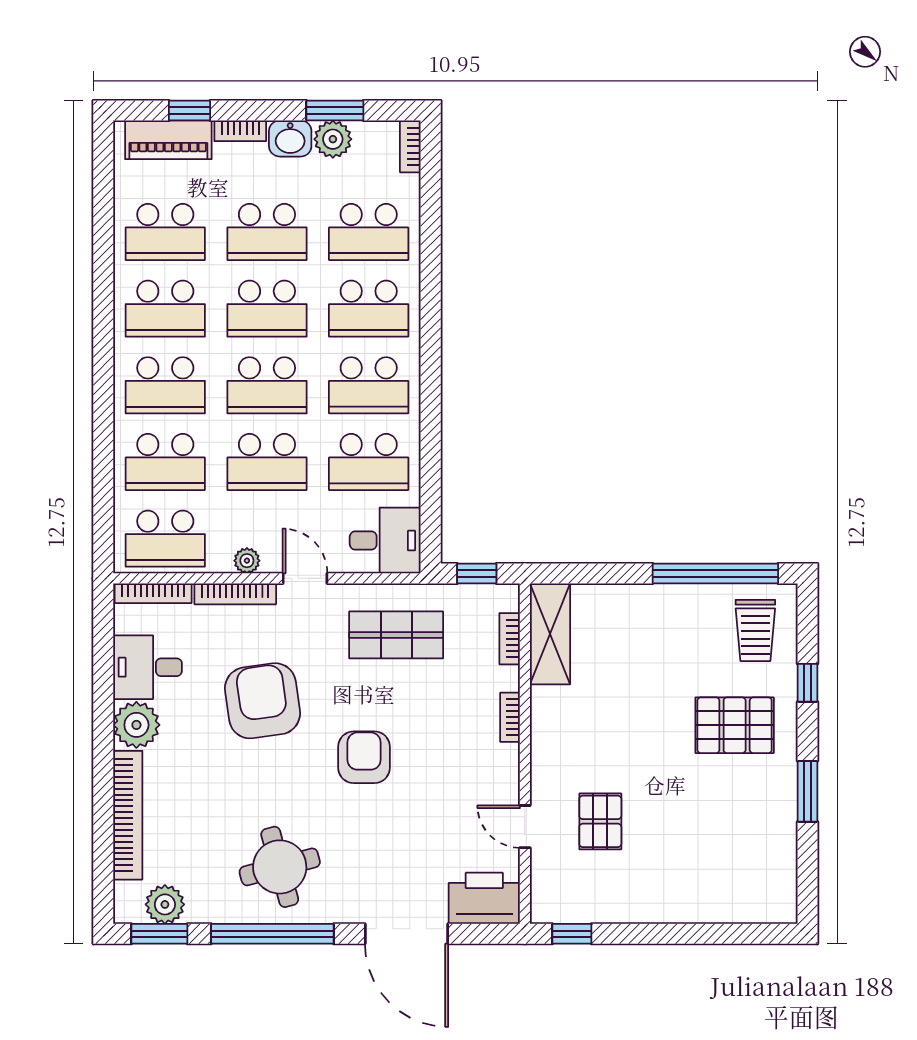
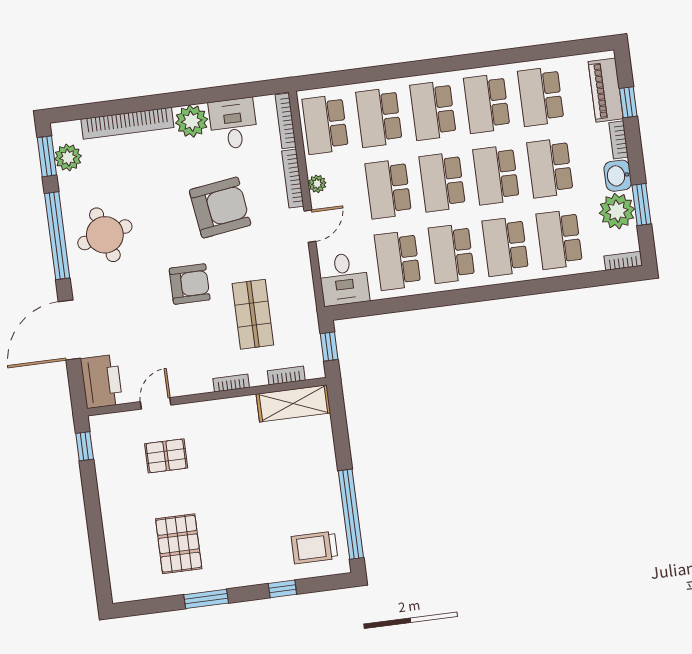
plant: (333, 139) -> (617, 211), width x1.36, depth x1.36
shop shelf: (396, 635) -> (253, 314), moved
pallet: (735, 725) -> (179, 544), moved

